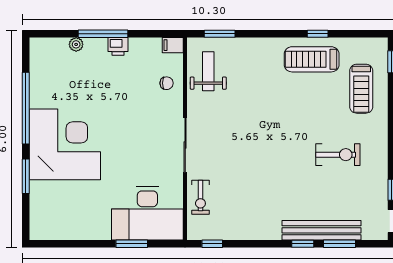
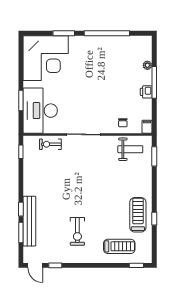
treadmill: (361, 89) -> (119, 246), turned 180
corner desk: (65, 144) -> (46, 58), moved

